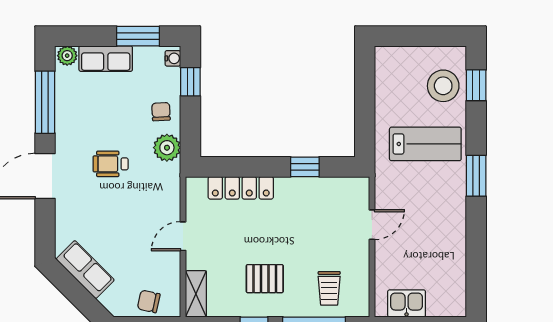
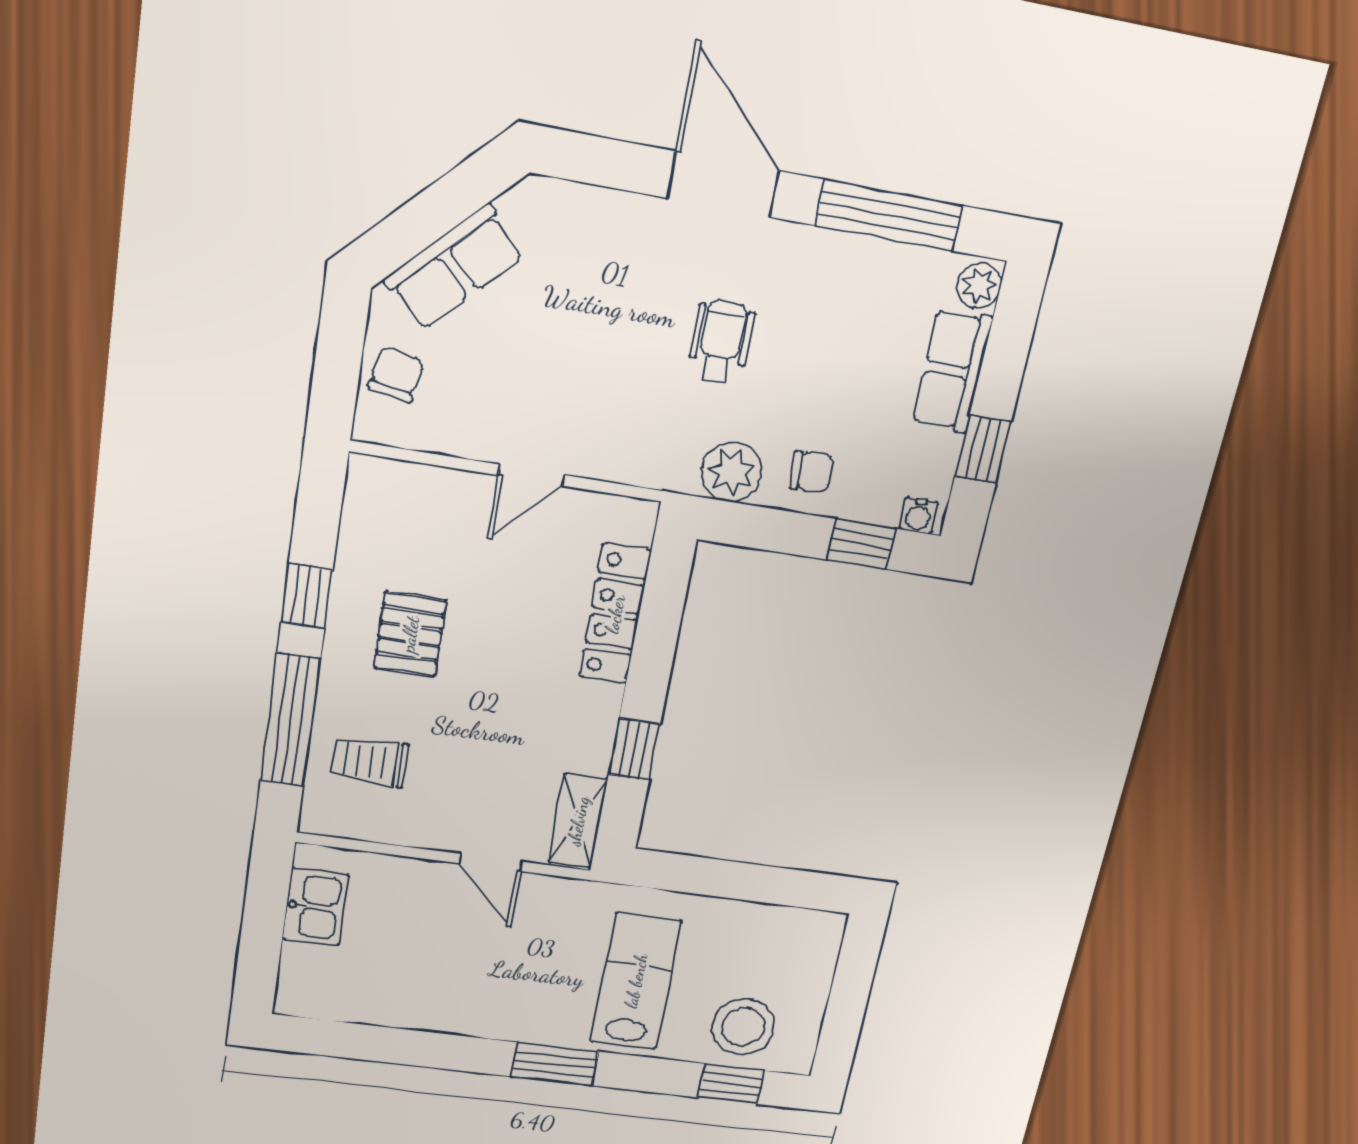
window: (138, 36) -> (983, 449), width x0.67
lab bench: (425, 144) -> (636, 981), turned 180
door: (183, 236) -> (531, 475), swing flipped
row of seats: (85, 270) -> (454, 267), moved
shelving: (196, 294) -> (578, 821), moved, turned 90

